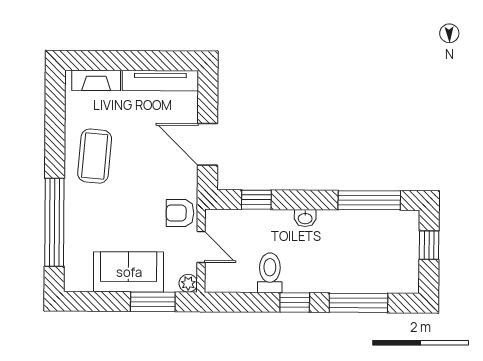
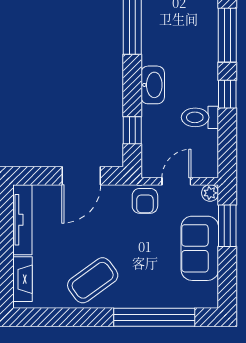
coffee table: (95, 156) -> (93, 280), turned -41
washbasin: (305, 218) -> (153, 85), width x1.91, depth x1.45

